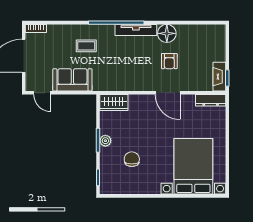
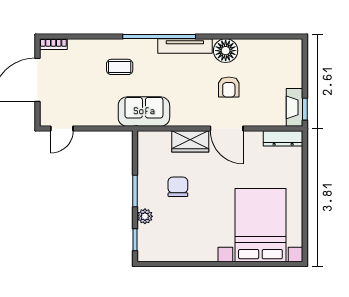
sofa: (72, 80) -> (144, 112), moved
door: (42, 93) -> (62, 129), hinge flipped
wardrobe: (114, 103) -> (190, 141), moved
plant: (105, 141) -> (145, 216), moved
chair: (132, 159) -> (178, 187), moved

